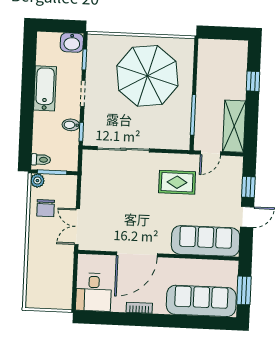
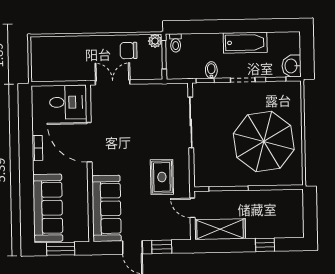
desk: (94, 292) -> (68, 102), moved, turned 180

